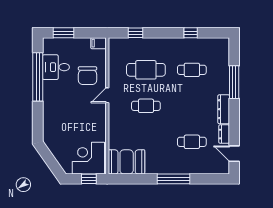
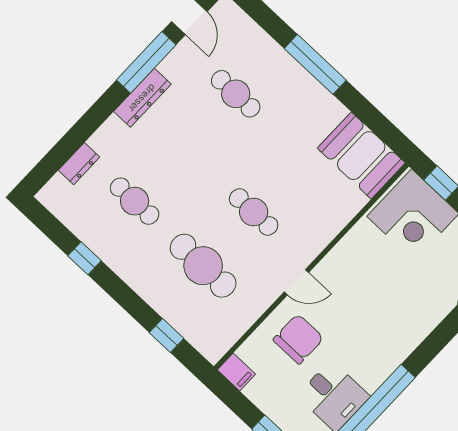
window: (234, 82) -> (146, 62), moved
dresser: (224, 134) -> (79, 164), moved

